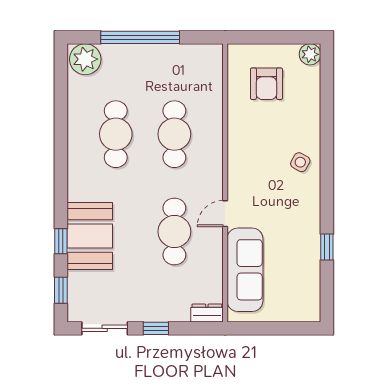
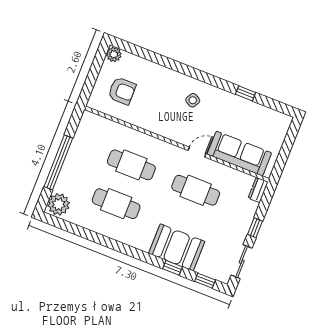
side table: (300, 162) -> (193, 100), moved
door: (225, 214) -> (197, 152), swing flipped

